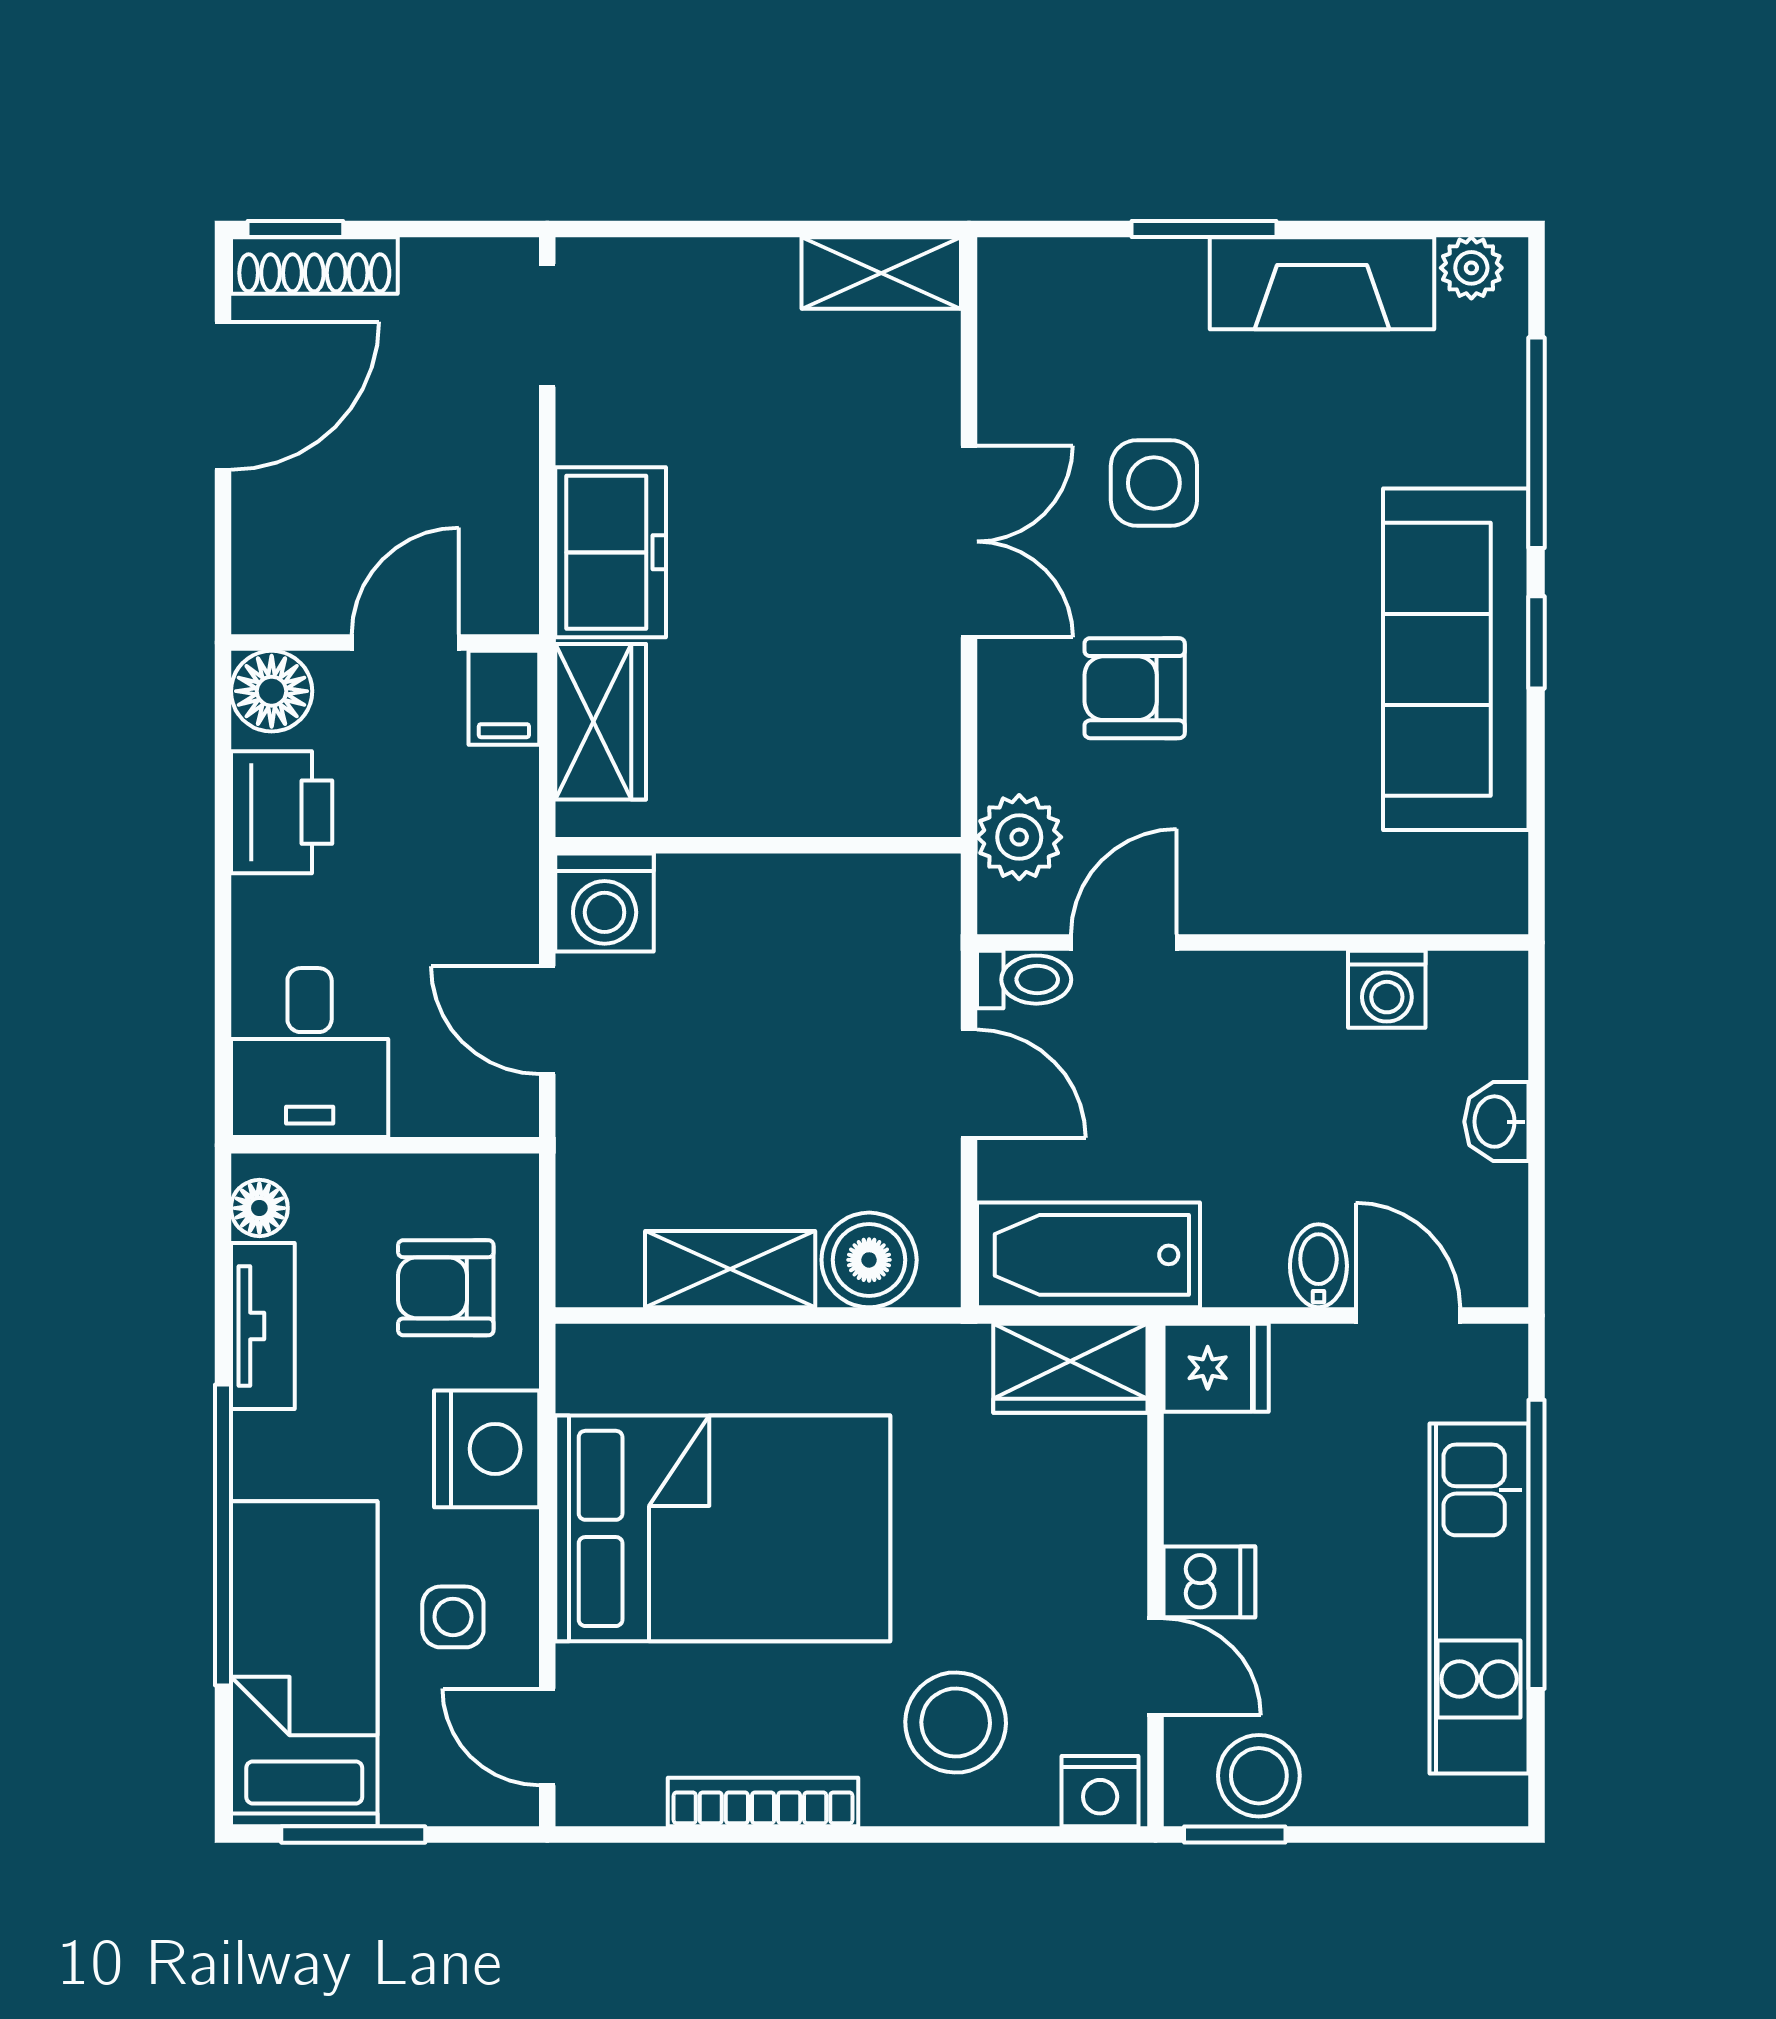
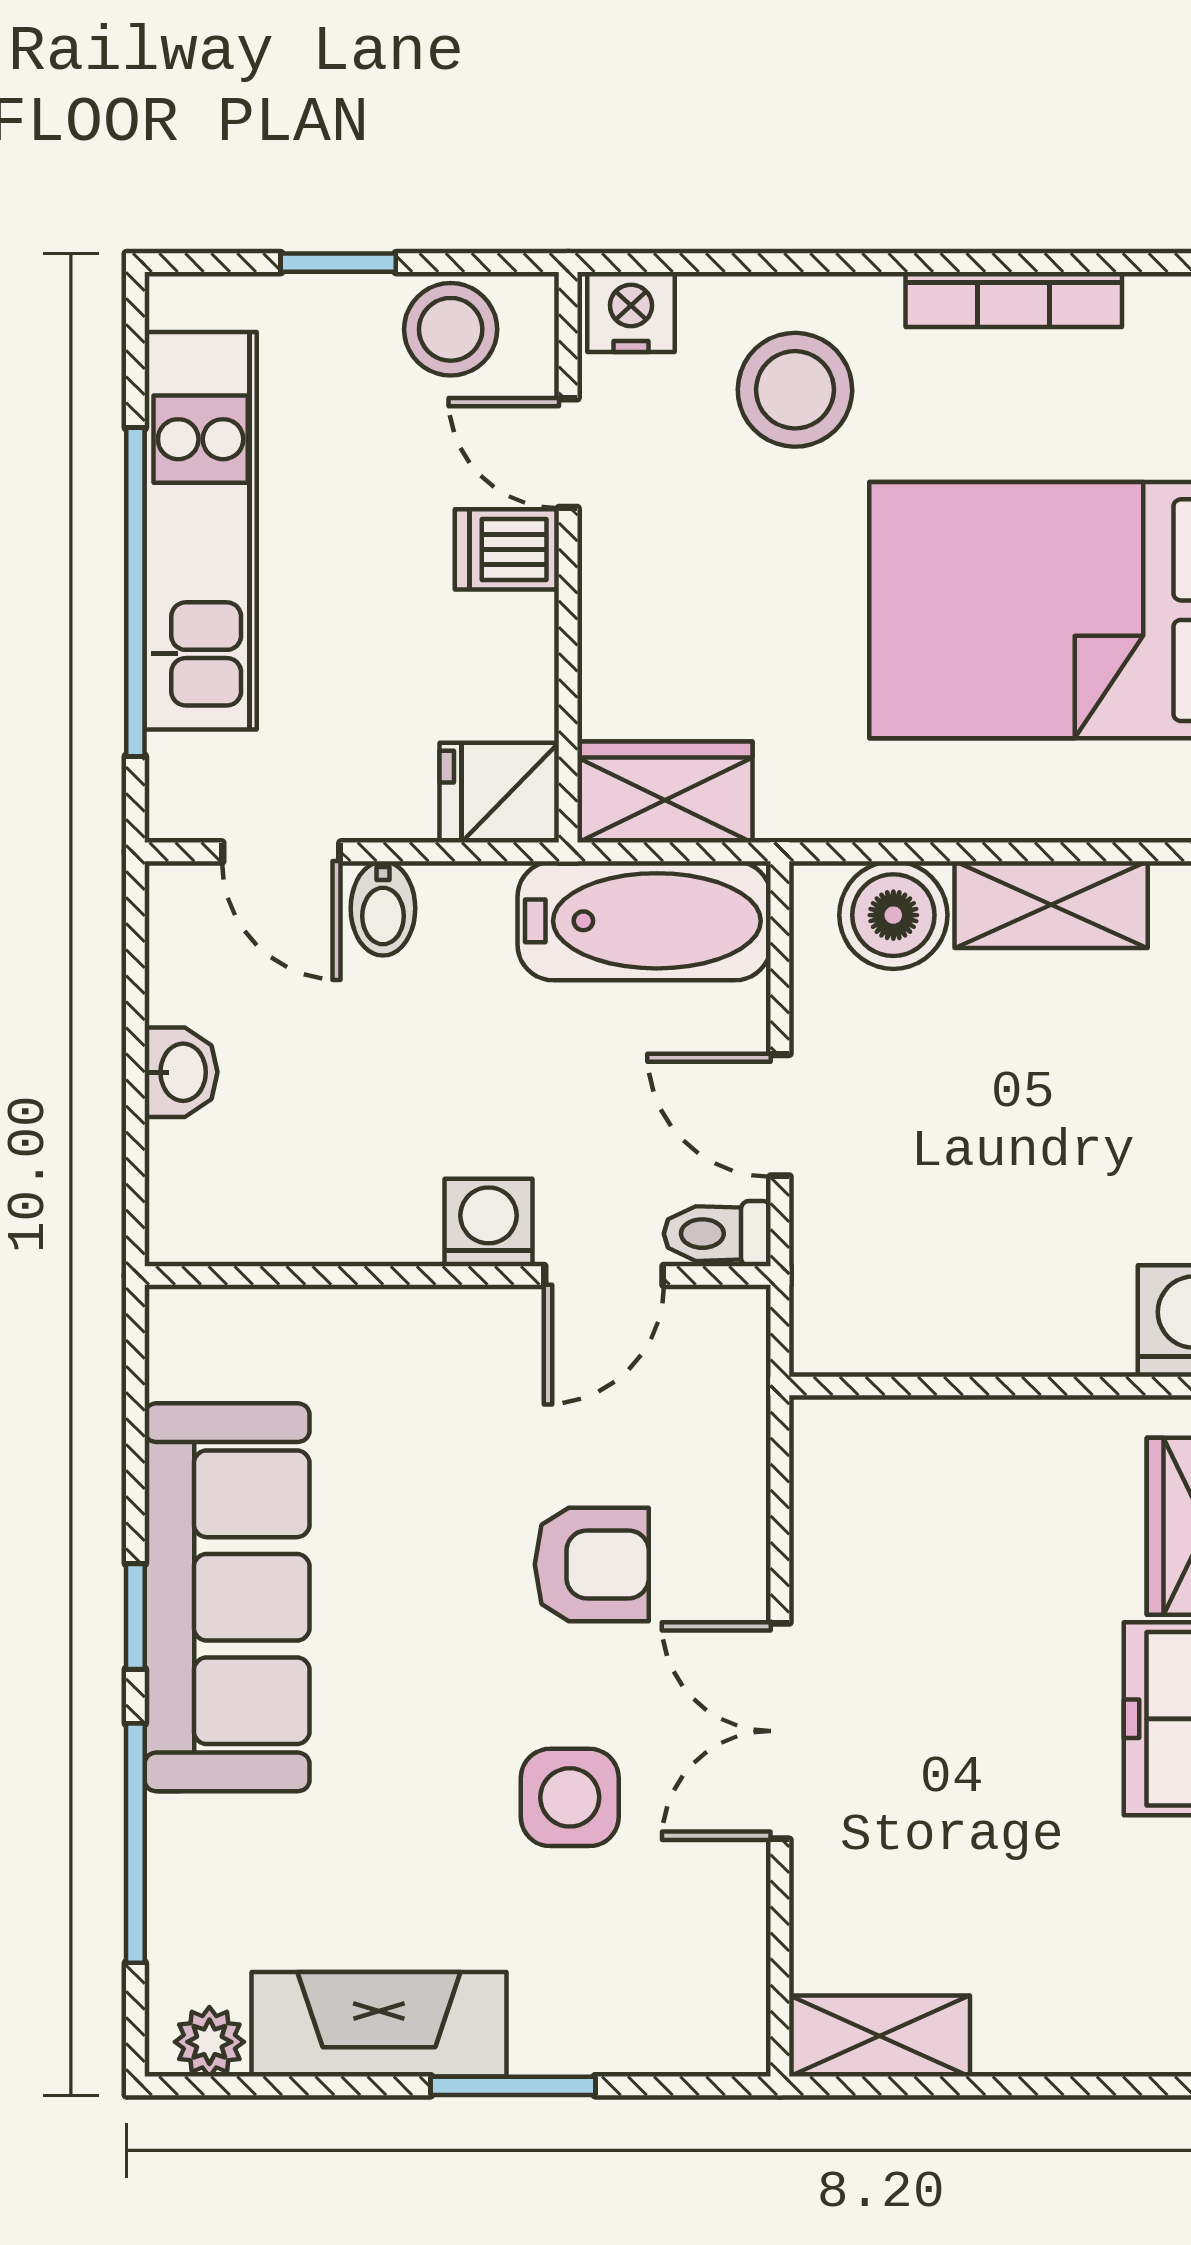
plant: (1019, 837) -> (723, 1395), removed
washing machine: (1387, 989) -> (488, 1222), moved
window: (1235, 1834) -> (338, 263), moved

